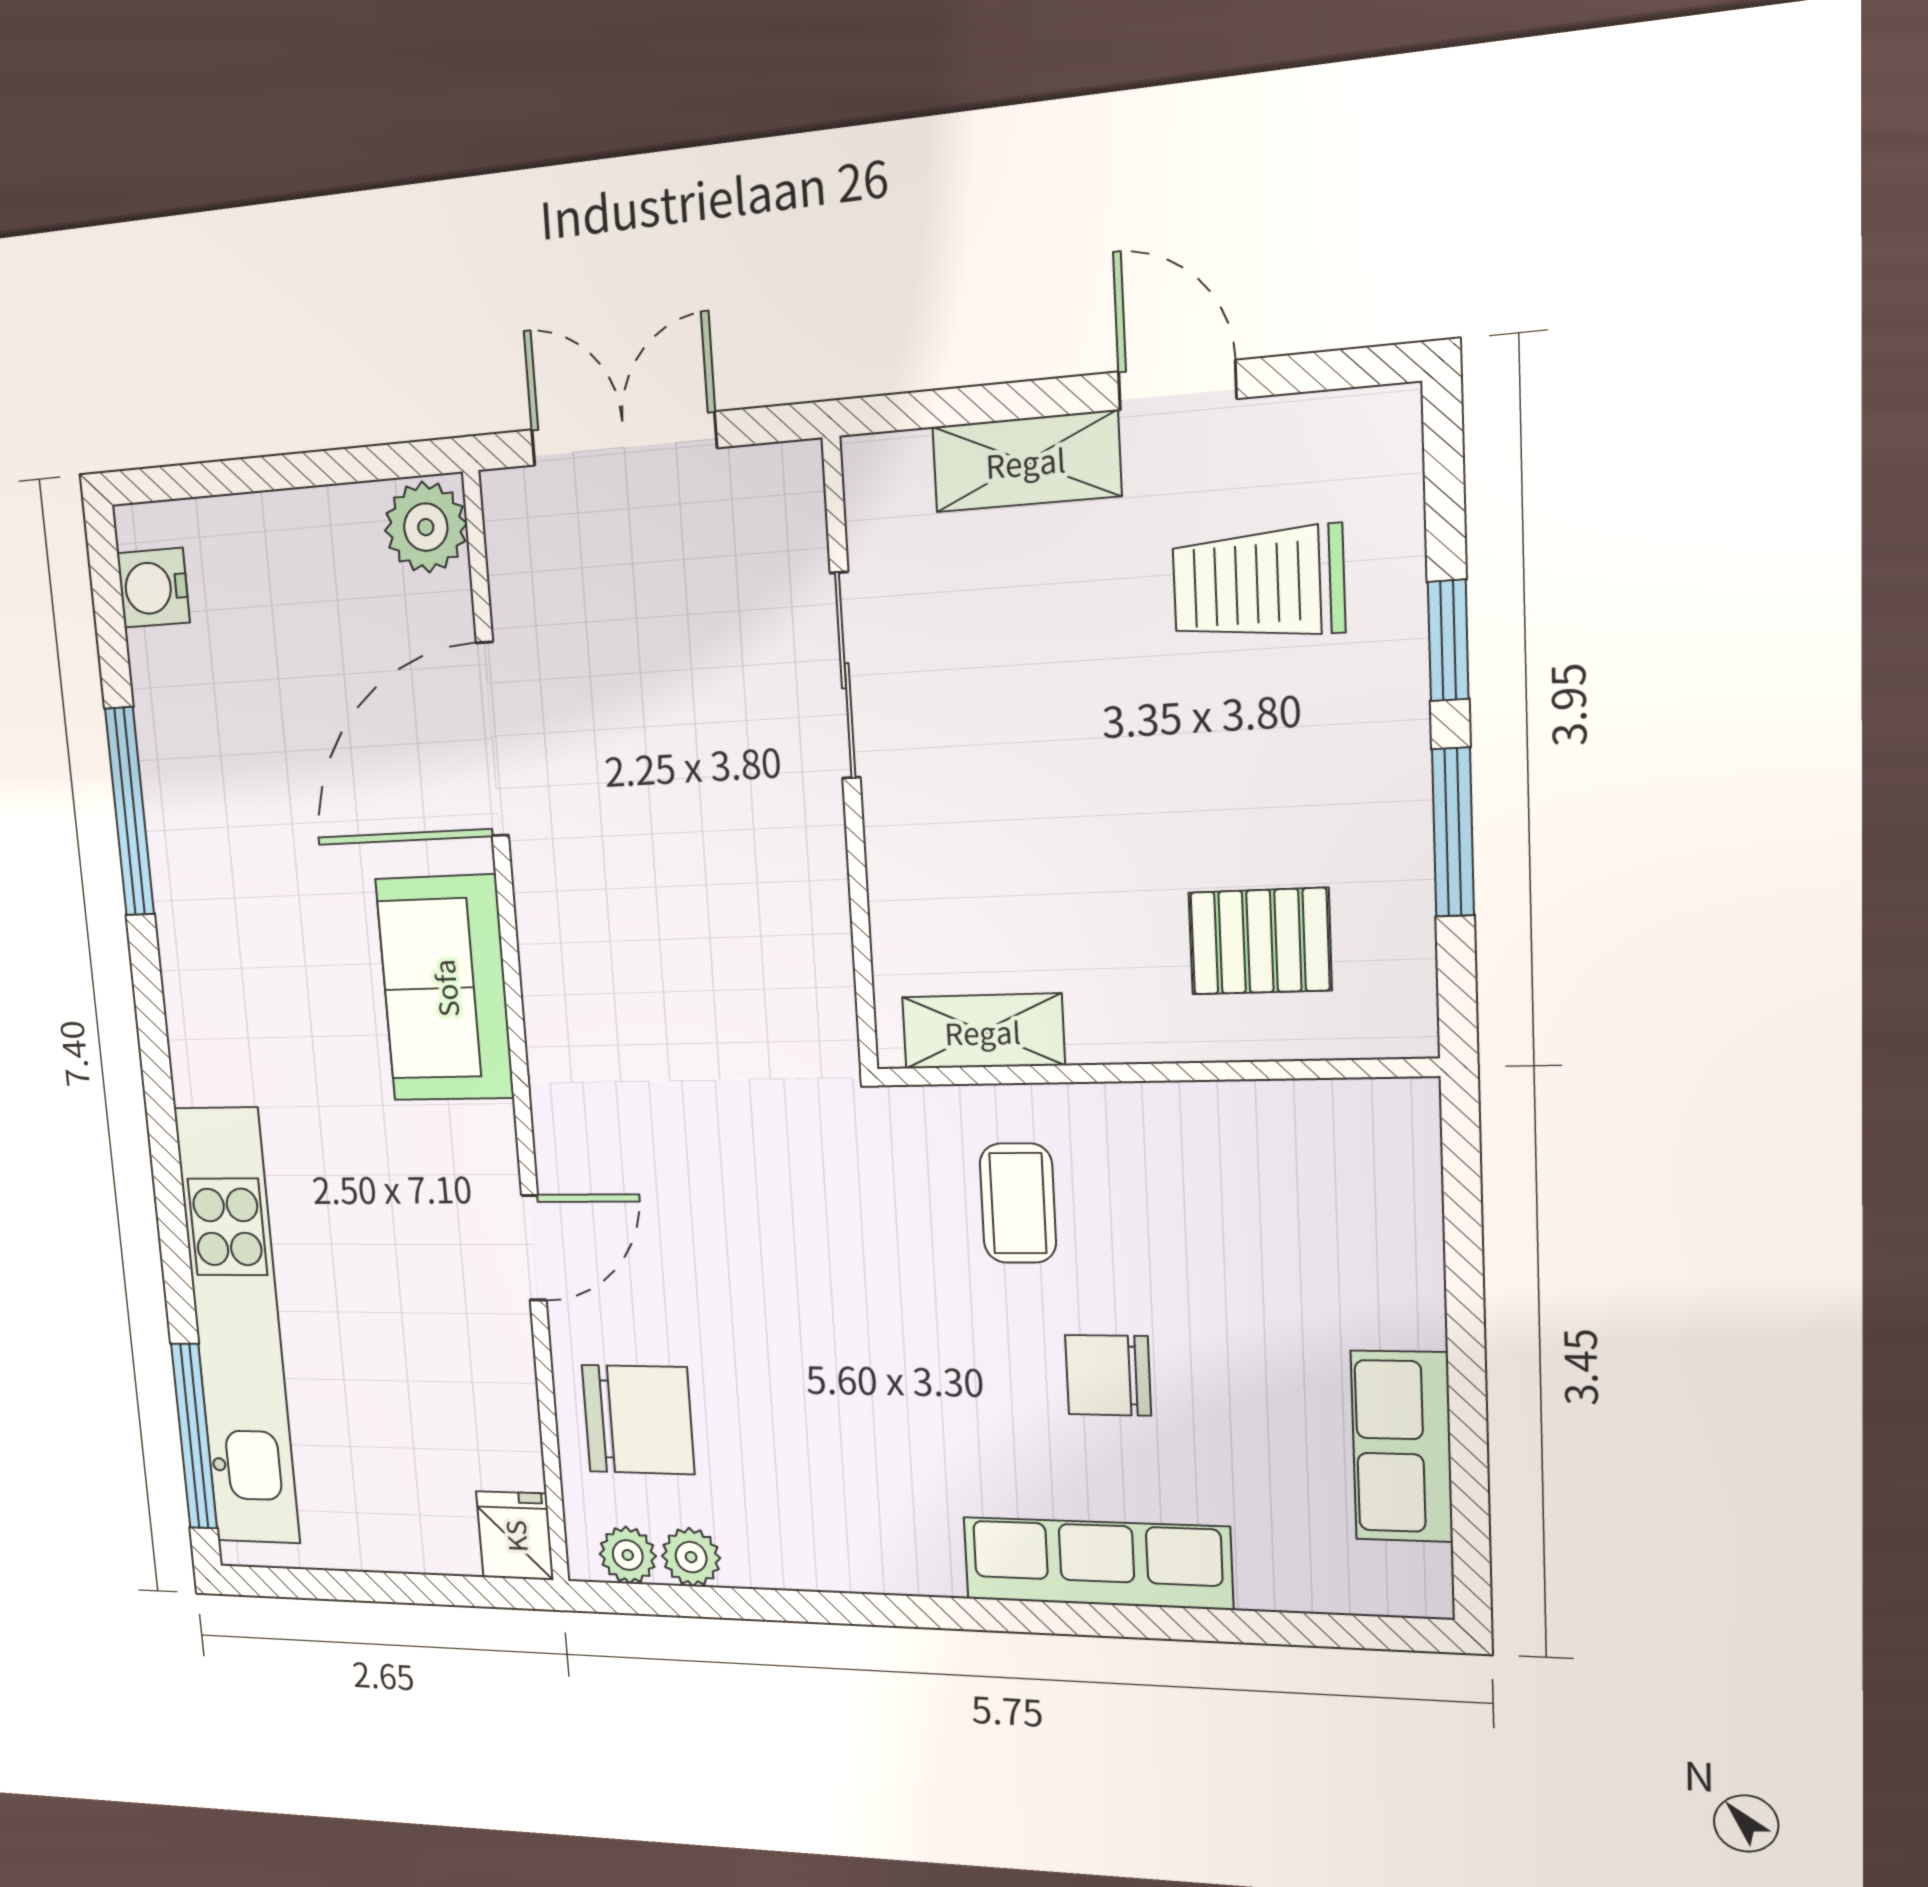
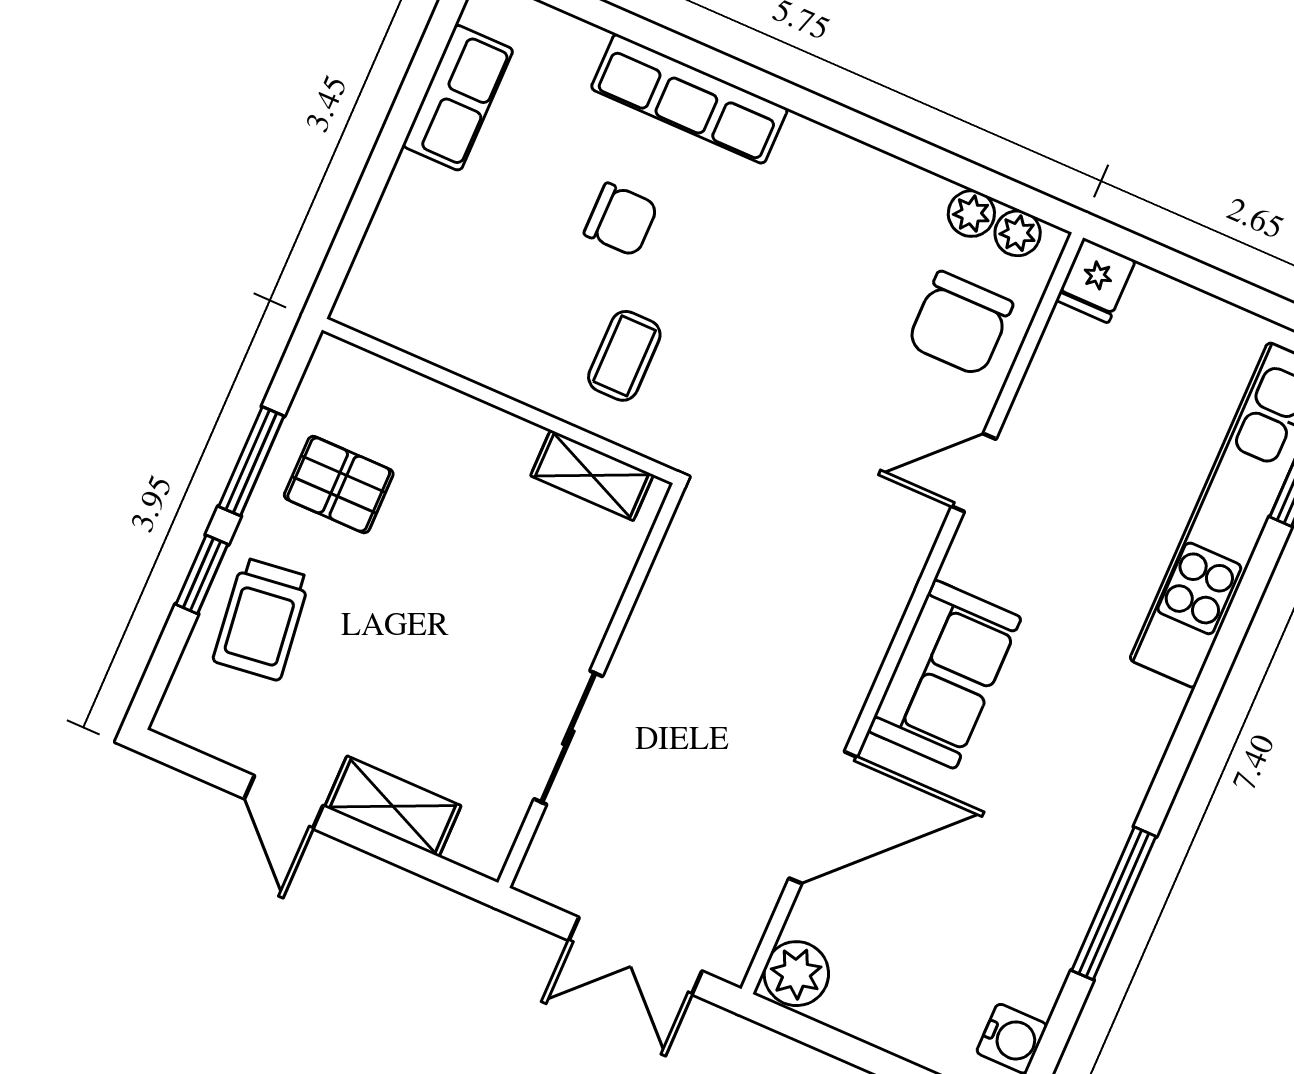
trolley: (1258, 584) -> (261, 619), moved, turned 83
pallet: (1260, 941) -> (339, 485), moved
chair: (638, 1420) -> (960, 324), turned -90

